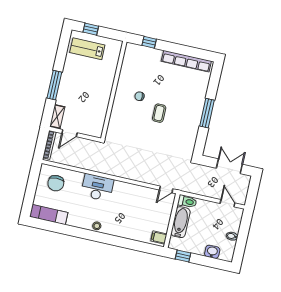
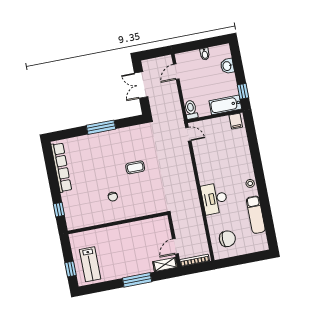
coffee table: (159, 113) -> (135, 167), moved
door: (70, 133) -> (175, 246), swing flipped
exam couch: (49, 215) -> (256, 215), moved
bathtub: (181, 222) -> (225, 105), moved

